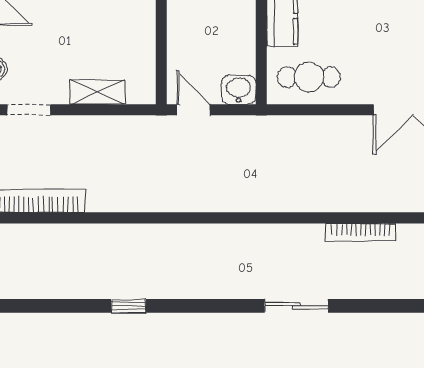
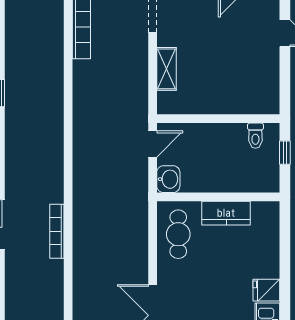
bookcase: (361, 232) -> (57, 231), moved

